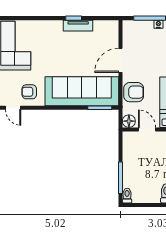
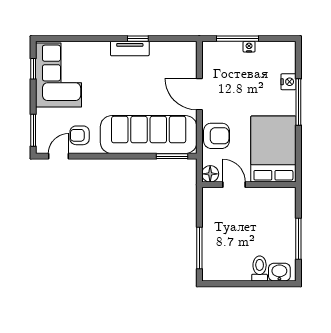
tv unit: (78, 26) -> (130, 49), moved
door: (121, 60) -> (199, 94), hinge flipped
door: (13, 108) -> (58, 156), swing flipped
toilet: (127, 196) -> (208, 271), removed

